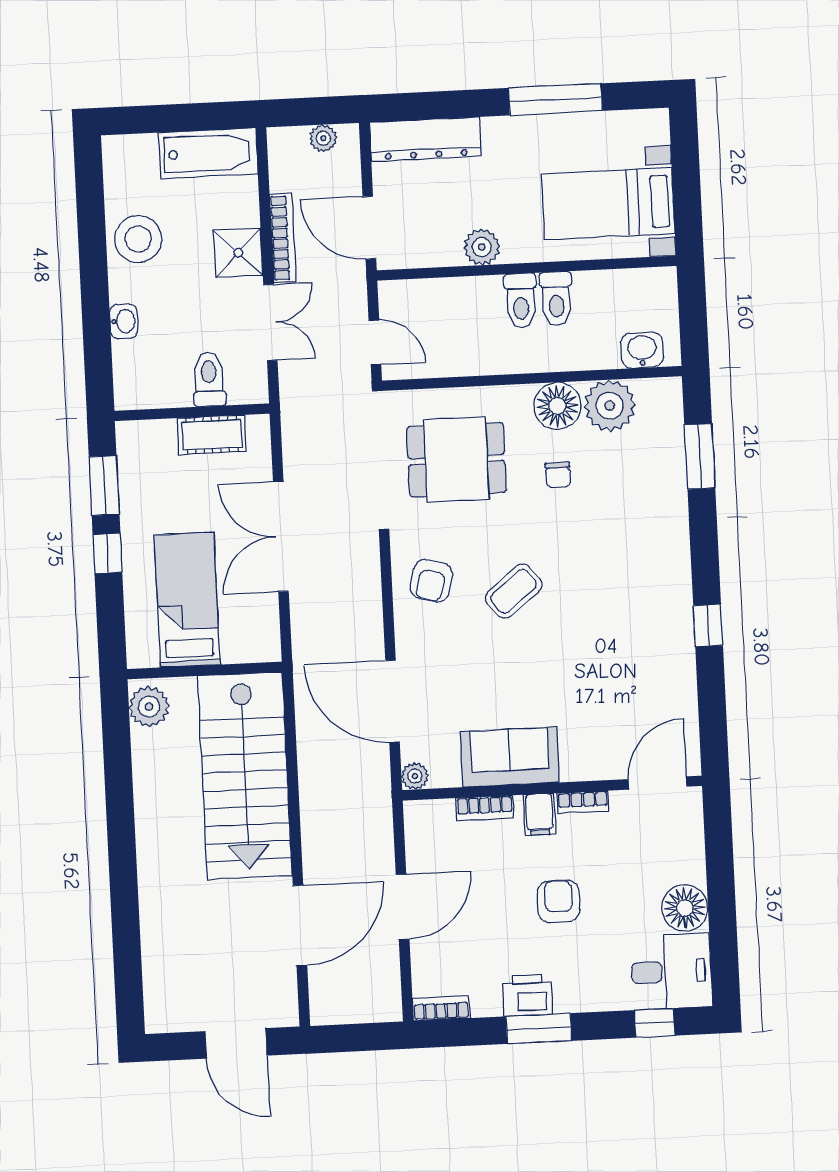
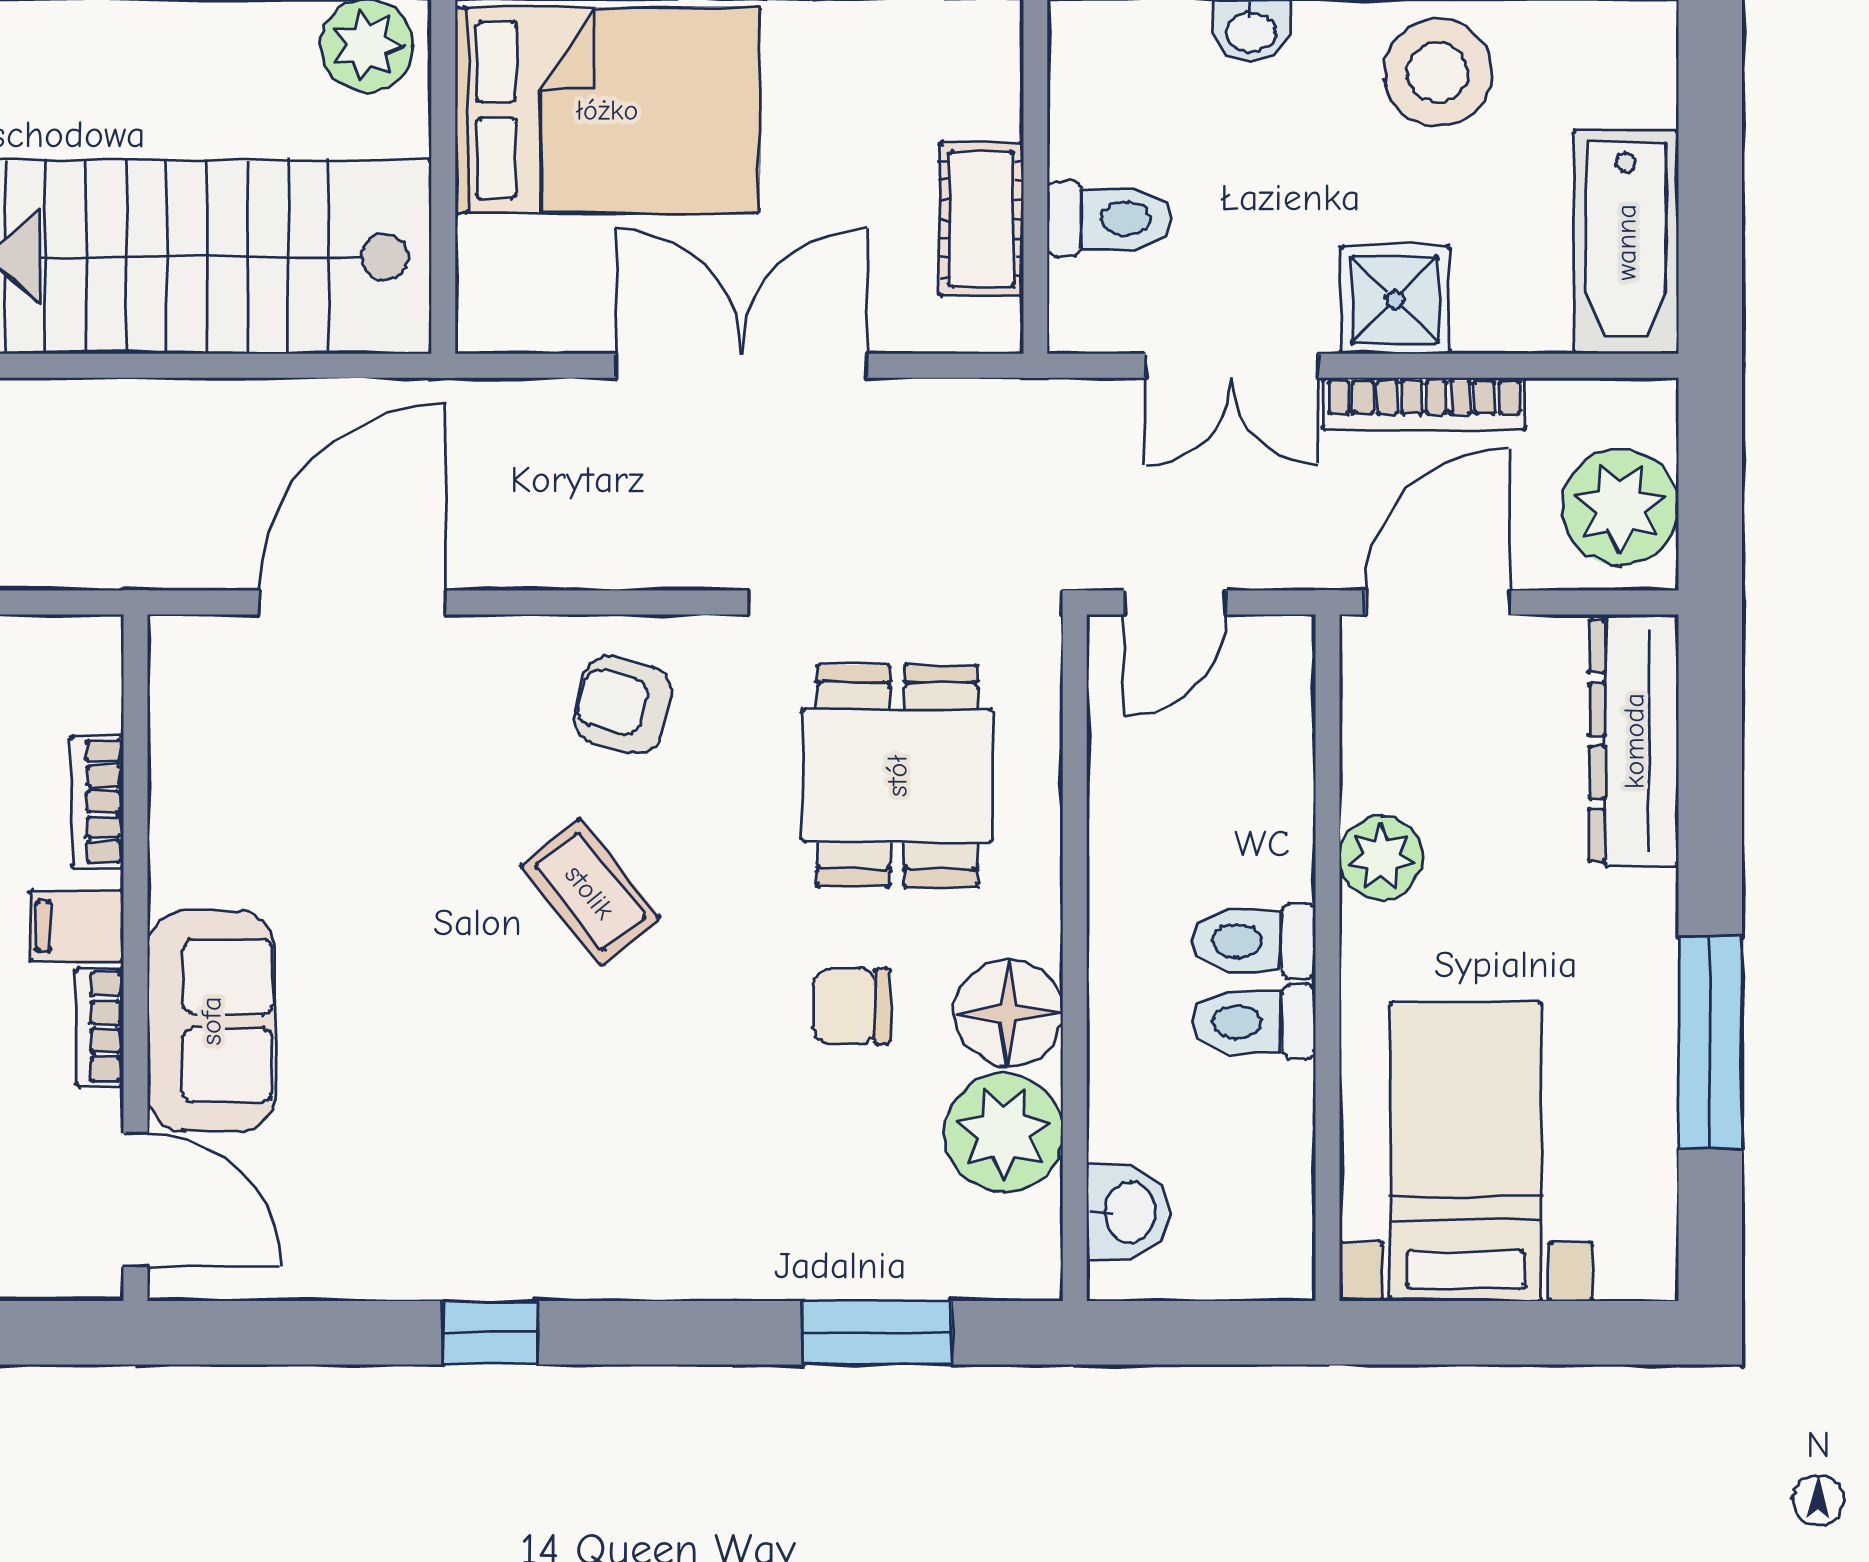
plant: (323, 138) -> (1620, 507), width x1.88, depth x1.88
chair: (558, 475) -> (851, 1006), width x1.37, depth x1.37
bed: (187, 600) -> (607, 110), width x1.50
sofa: (510, 757) -> (211, 1021), moved
plant: (415, 776) -> (178, 645), removed

